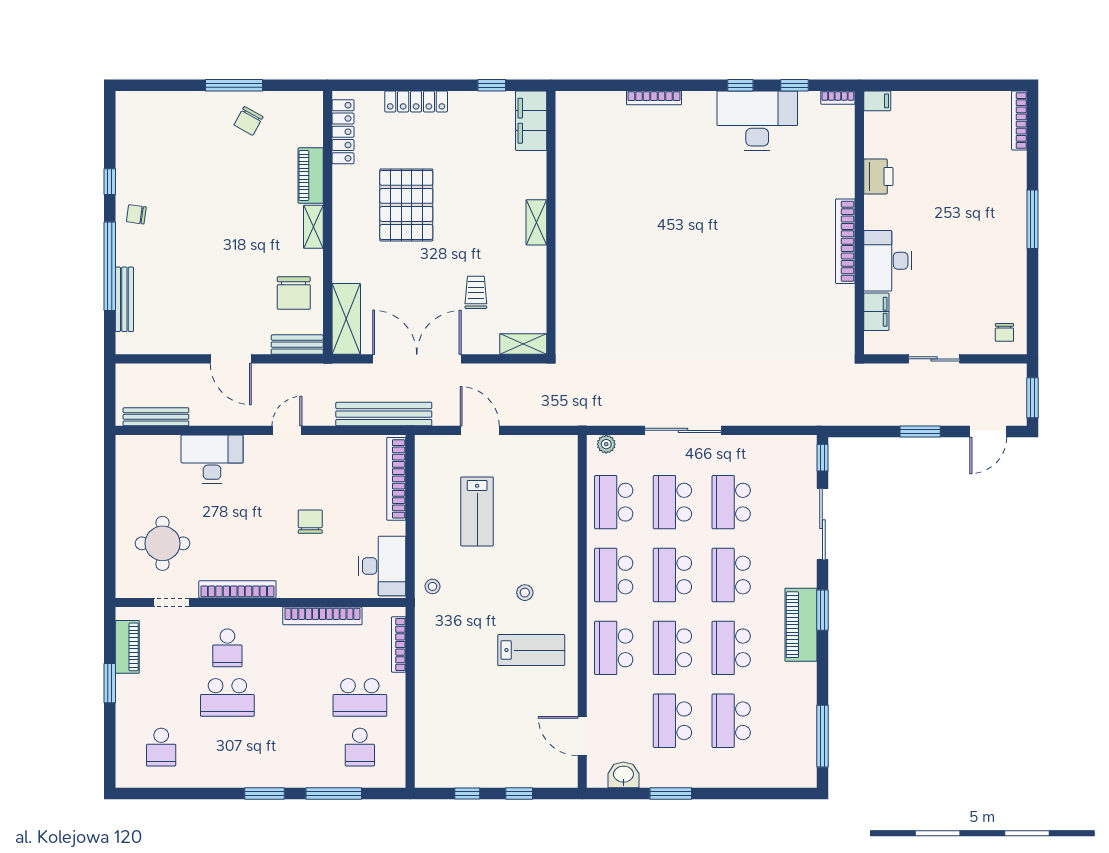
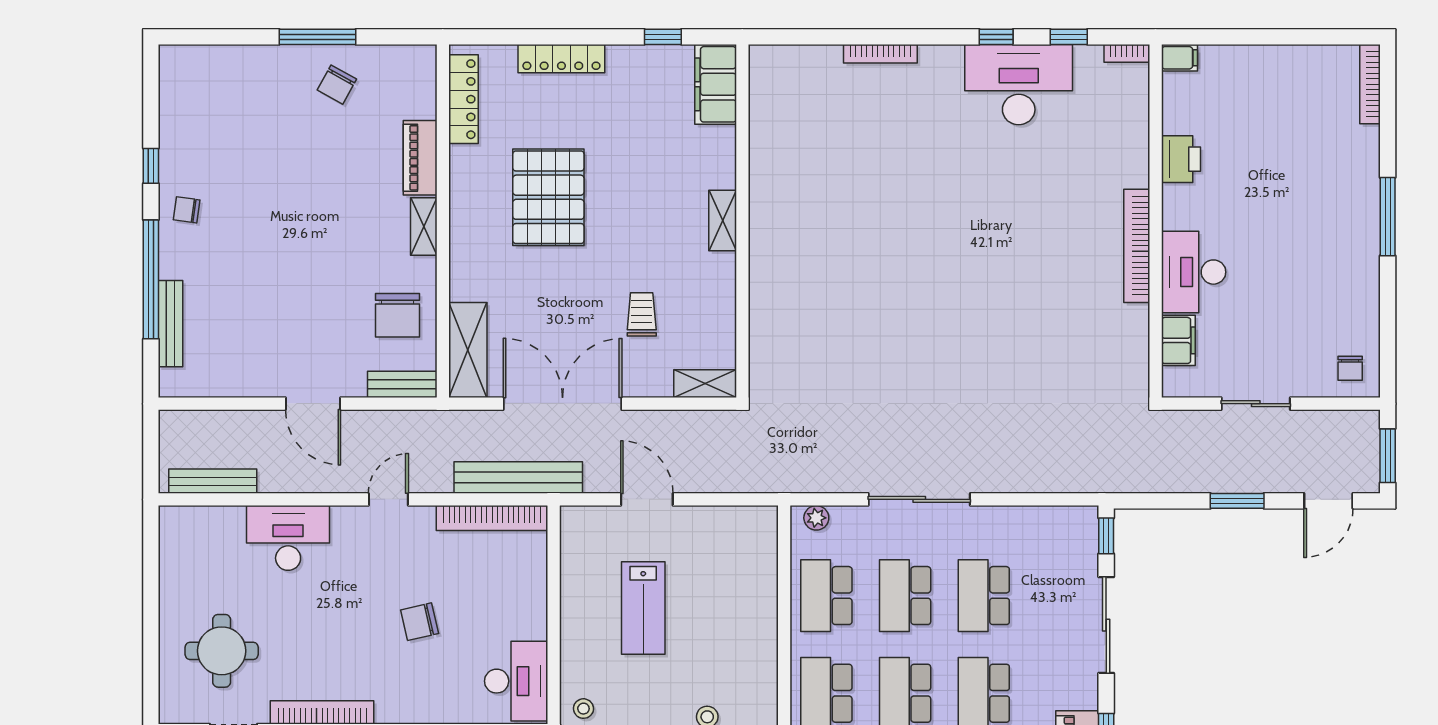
bookcase: (396, 479) -> (492, 518), moved, turned -90
chair: (310, 522) -> (420, 622), turned -103

